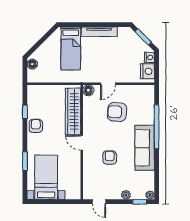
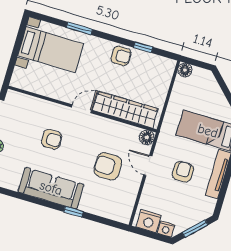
armchair: (105, 57) -> (183, 172), added
floor lamp: (32, 64) -> (185, 70), moved
armchair: (117, 112) -> (108, 166), turned -94
window: (157, 127) -> (73, 212), width x0.32

